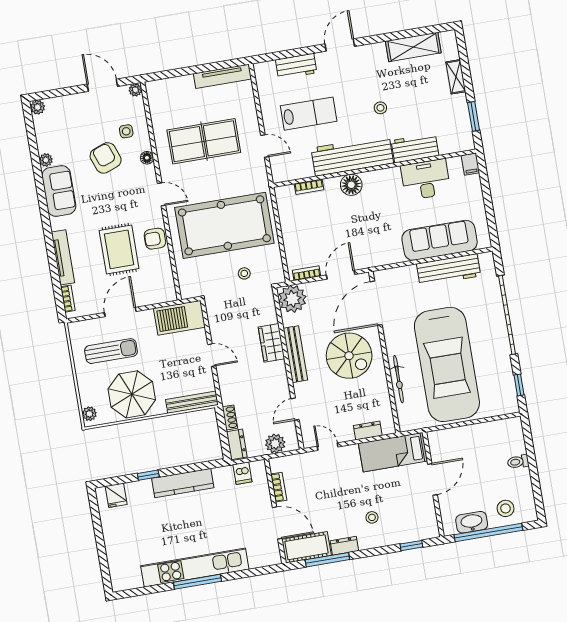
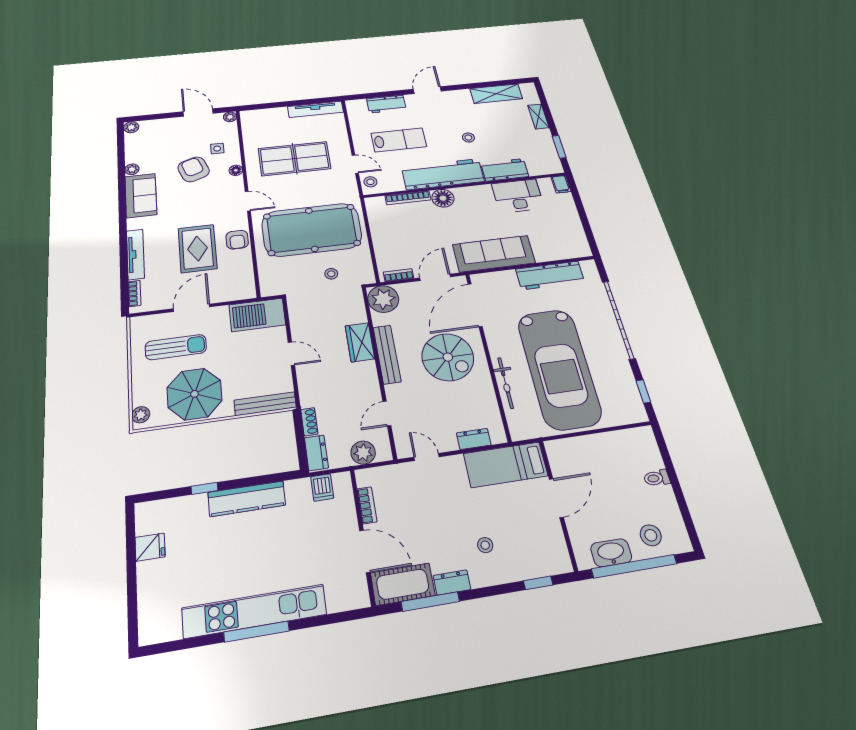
stool: (280, 167) -> (370, 182), added
bookcase: (309, 187) -> (408, 198), width x1.56
armchair: (155, 239) -> (237, 240), turned -90
sofa: (440, 240) -> (494, 254), moved
fridge: (116, 495) -> (150, 547), moved, turned -90

